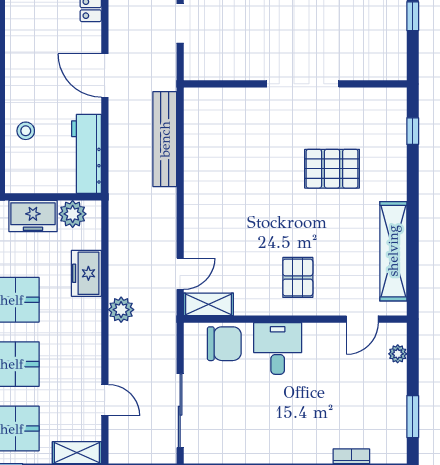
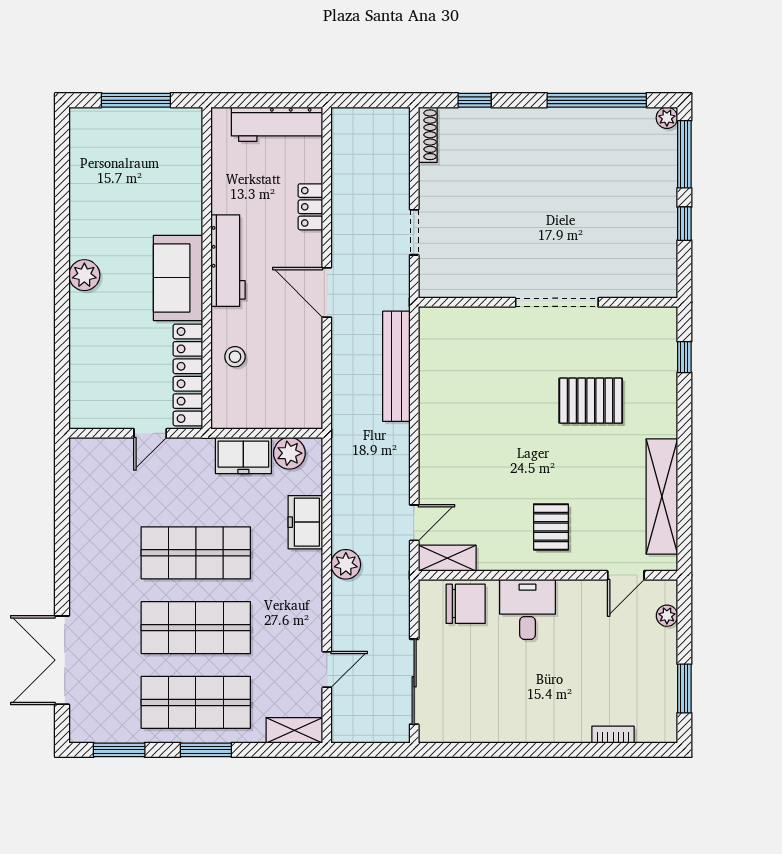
workbench: (86, 154) -> (228, 261), moved, turned 180
door: (105, 400) -> (327, 669), hinge flipped

